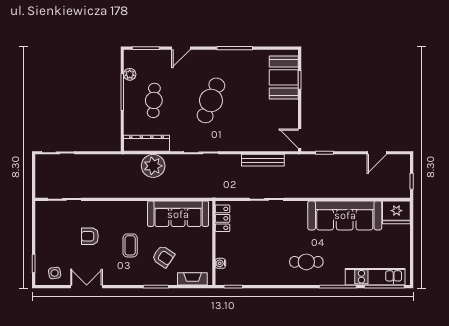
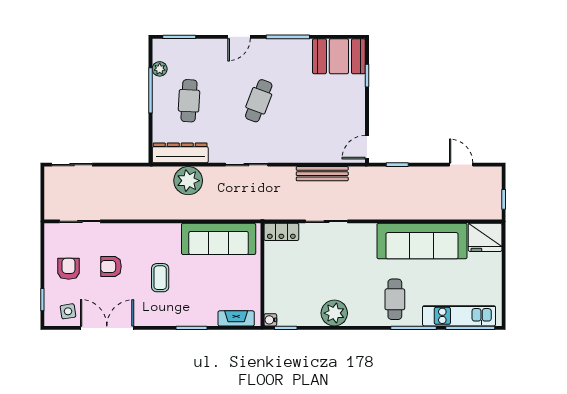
door: (181, 48) -> (239, 37), moved
booth: (284, 77) -> (339, 56), moved, turned 90
cafe table: (211, 100) -> (259, 101), width x0.73, depth x0.74
door: (300, 139) -> (367, 147), hinge flipped
door: (377, 153) -> (461, 165), swing flipped
locker: (222, 218) -> (281, 232), moved, turned 90
armchair: (163, 257) -> (69, 269), moved, turned -124
cafe table: (306, 262) -> (395, 299), moved, turned 90
water cooler: (220, 263) -> (270, 320), moved
plant: (273, 274) -> (334, 313), added
double door: (87, 287) -> (107, 328), width x1.37

